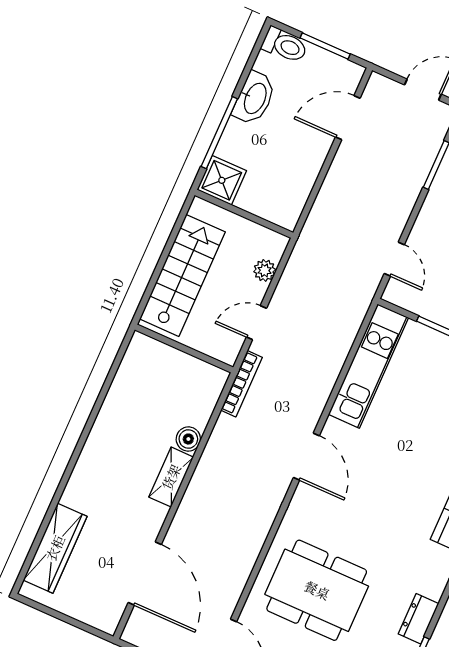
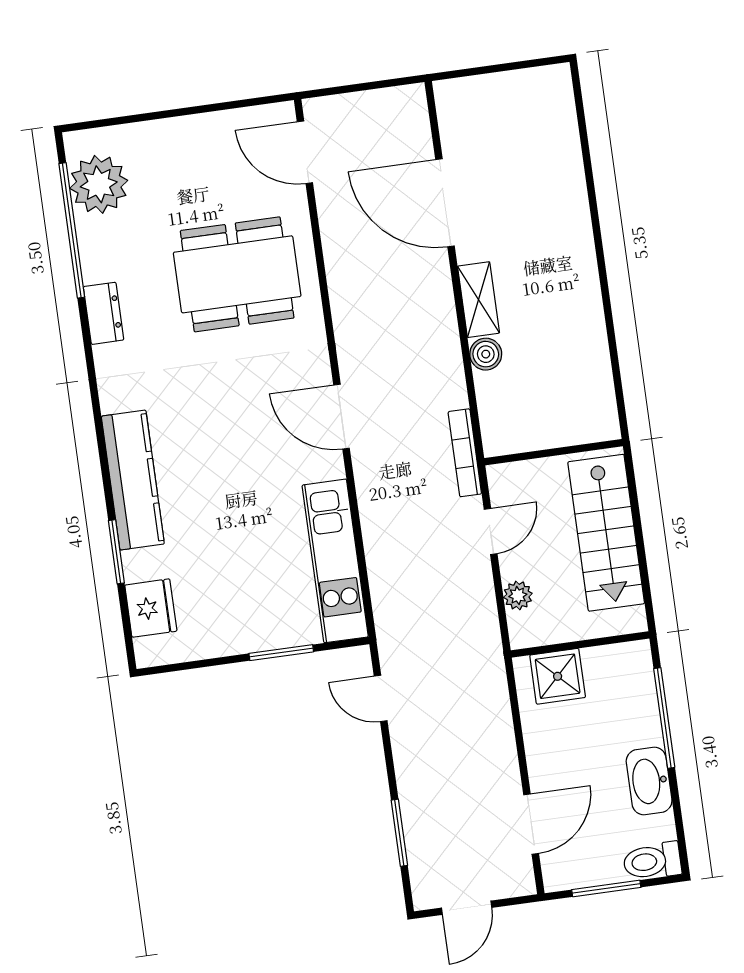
shower: (222, 180) -> (558, 676), moved
wardrobe: (55, 548) -> (559, 139), removed
door: (145, 574) -> (445, 203), moved

